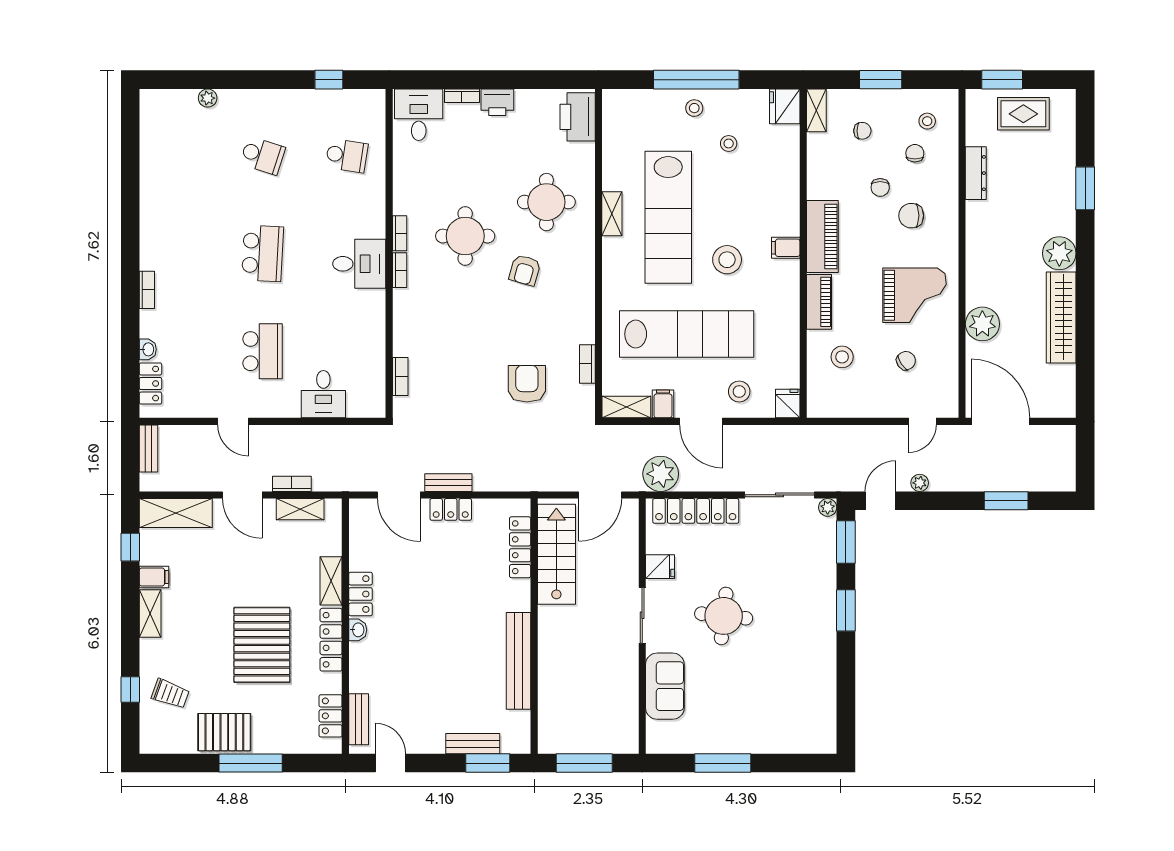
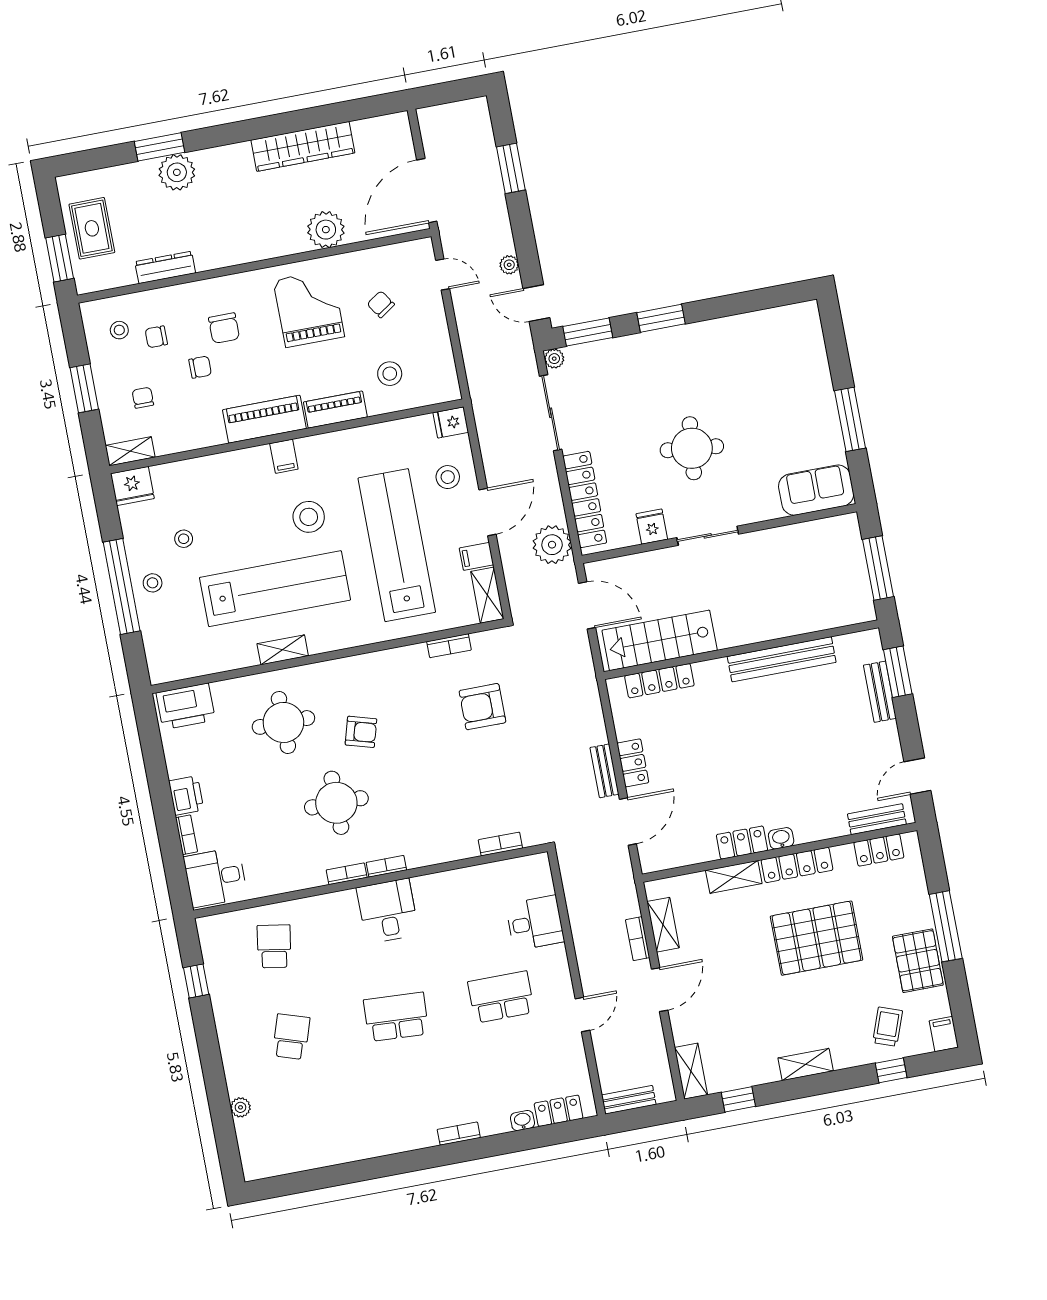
plant: (1059, 253) -> (177, 172), moved
shelving: (176, 513) -> (691, 1071), width x0.67, depth x0.75
filing cabinet: (154, 577) -> (944, 1034), moved
sofa: (665, 686) -> (816, 490), moved

